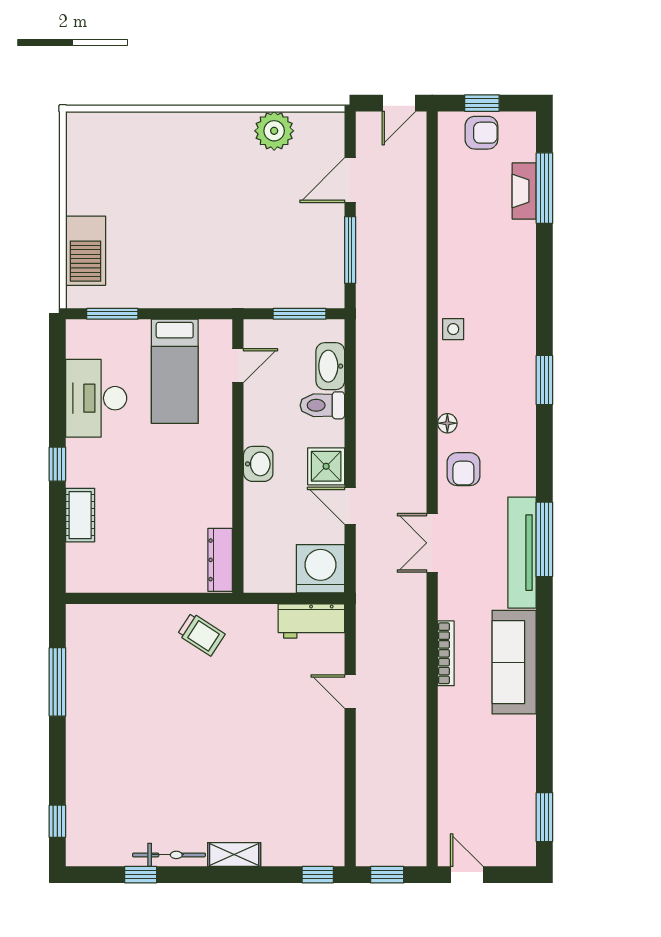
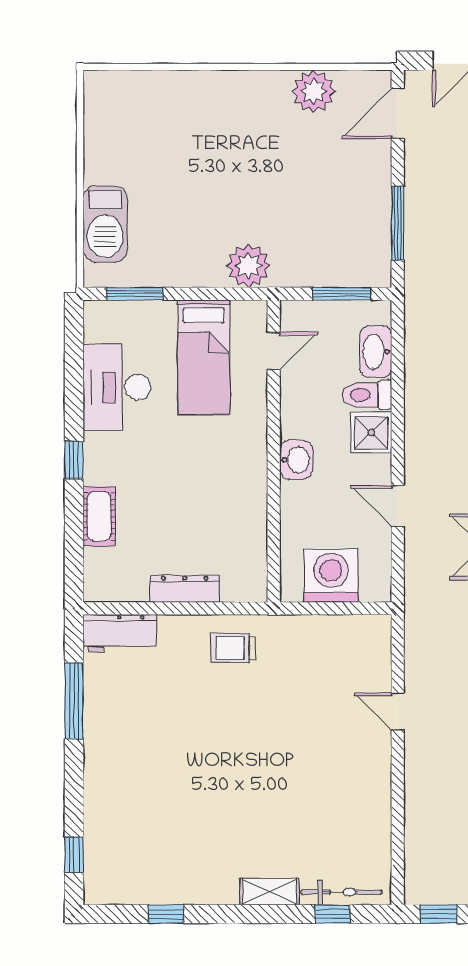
door: (350, 180) -> (398, 114), moved
plant: (215, 289) -> (248, 266), added
shower: (326, 466) -> (371, 433), moved
dresser: (220, 560) -> (185, 589), moved, turned 90
washing machine: (320, 569) -> (331, 576), moved
workbench: (311, 621) -> (120, 633), moved
trolley: (201, 634) -> (233, 648), turned 147
bicycle: (169, 855) -> (342, 892), moved
window: (318, 875) -> (333, 914), moved

